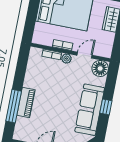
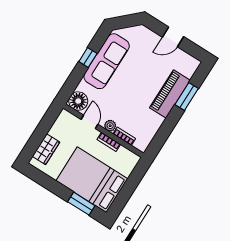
door: (84, 55) -> (90, 122), swing flipped
piano: (26, 103) -> (170, 94), width x1.37, depth x1.33
window: (14, 106) -> (187, 97), width x0.69

